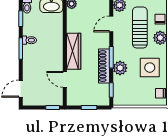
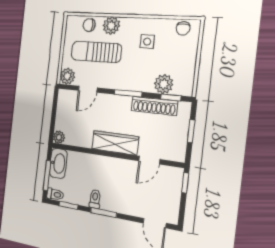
door: (111, 24) -> (88, 89), hinge flipped
shoe rack: (104, 66) -> (154, 106), moved
plant: (120, 68) -> (164, 84), moved
side table: (150, 68) -> (147, 42), width x0.54, depth x0.54

